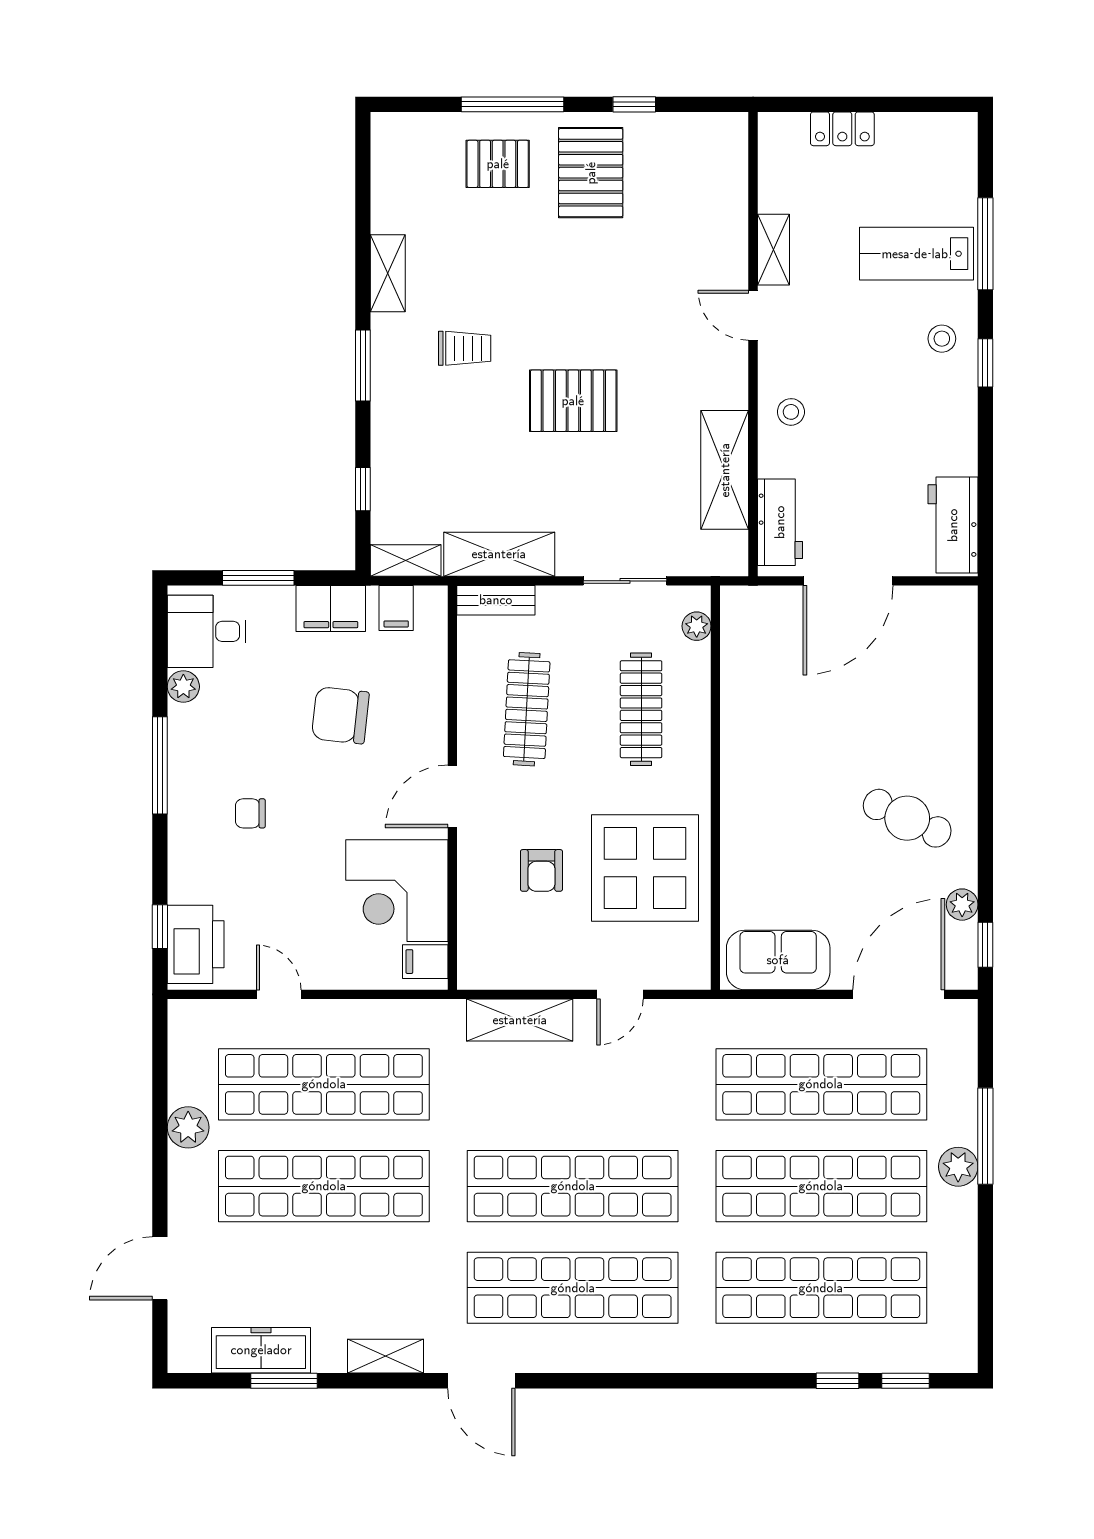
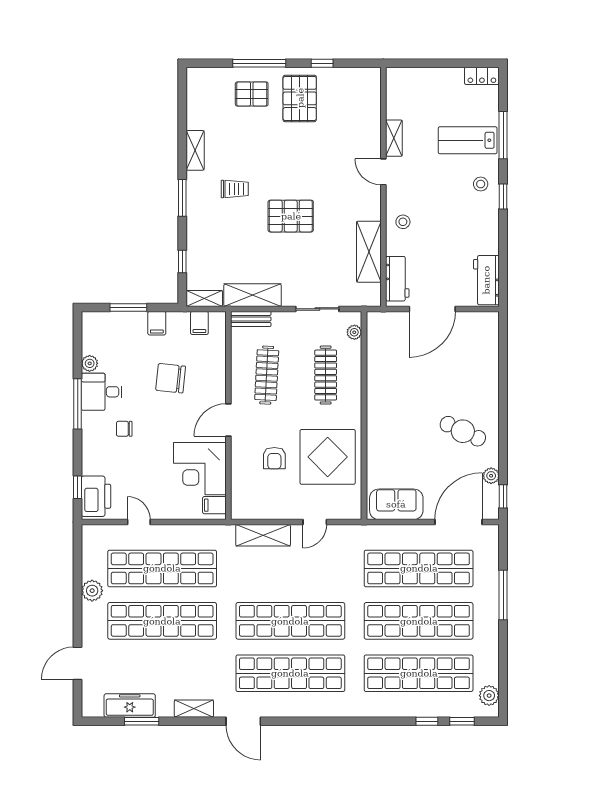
locker: (842, 129) -> (482, 76), moved
filing cabinet: (331, 608) -> (157, 323), width x0.50
desk: (207, 631) -> (102, 392), moved
plant: (958, 1167) -> (489, 696), moved

